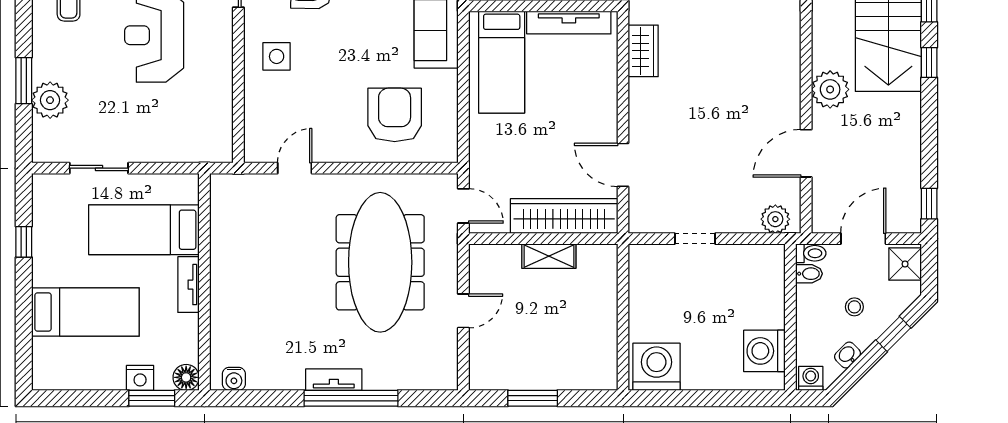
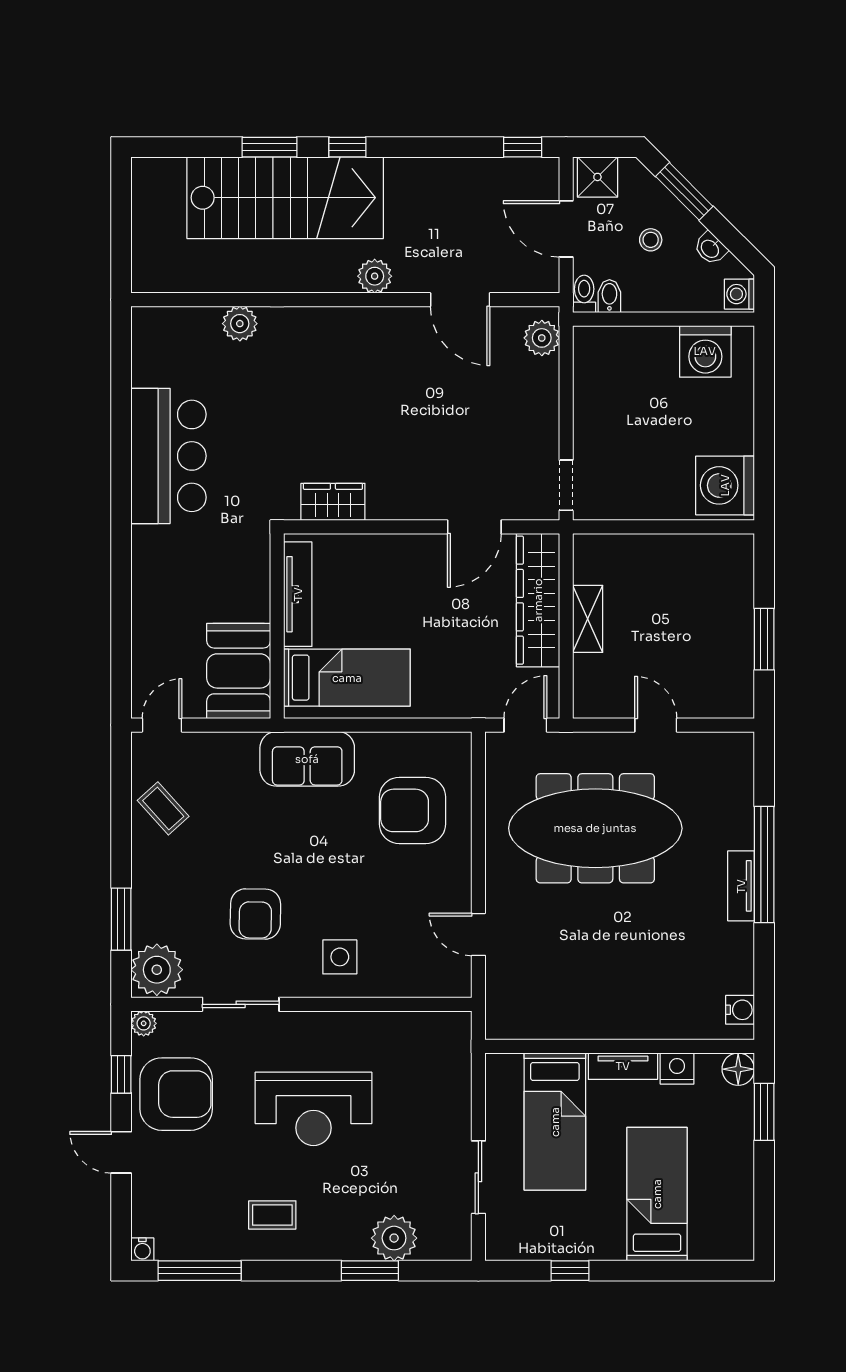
plant: (830, 89) -> (375, 276), width x0.73, depth x0.73
doorway: (695, 239) -> (566, 485), moved
window: (893, 334) -> (684, 191), width x1.50
nightstand: (140, 378) -> (677, 1069), moved, turned -90

